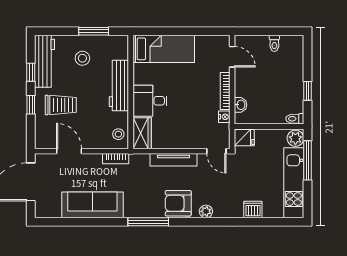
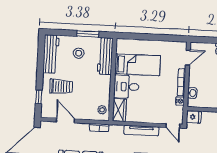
bed: (164, 49) -> (137, 65), moved
door: (232, 57) -> (188, 58), hinge flipped
window: (31, 72) -> (41, 61), removed
workbench: (119, 85) -> (105, 56), moved
window: (31, 105) -> (39, 97), moved

